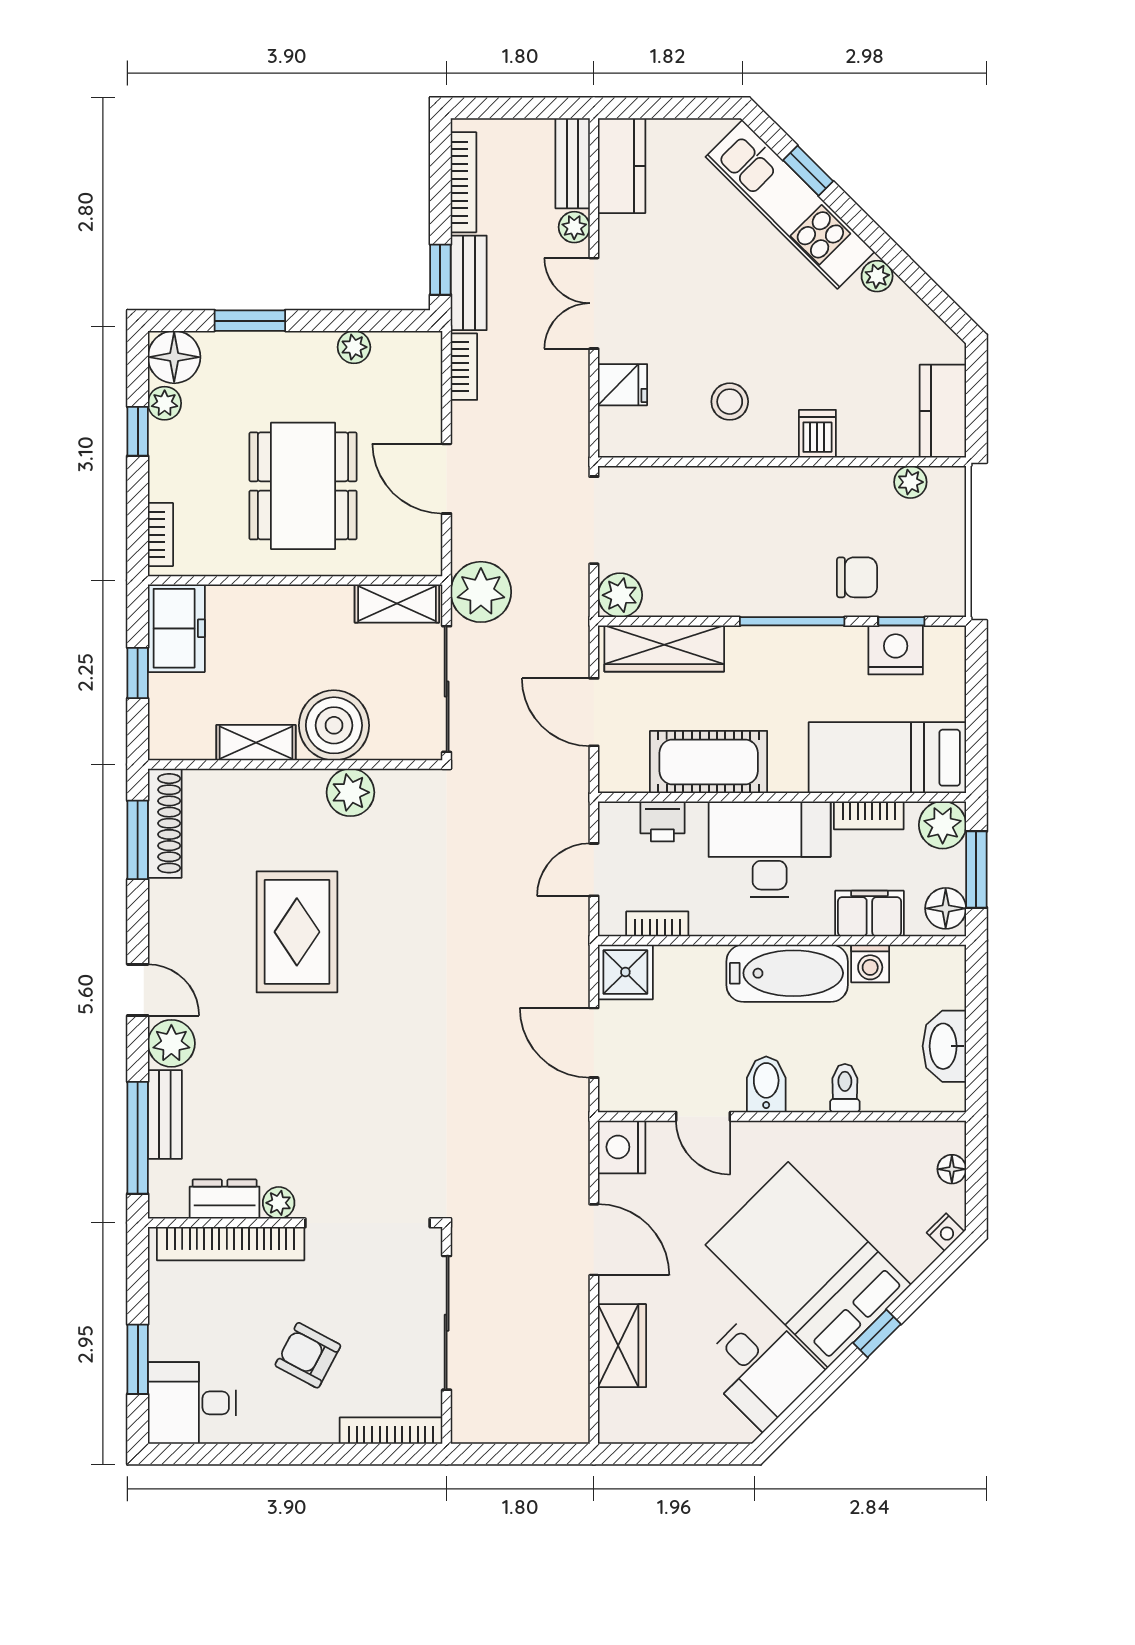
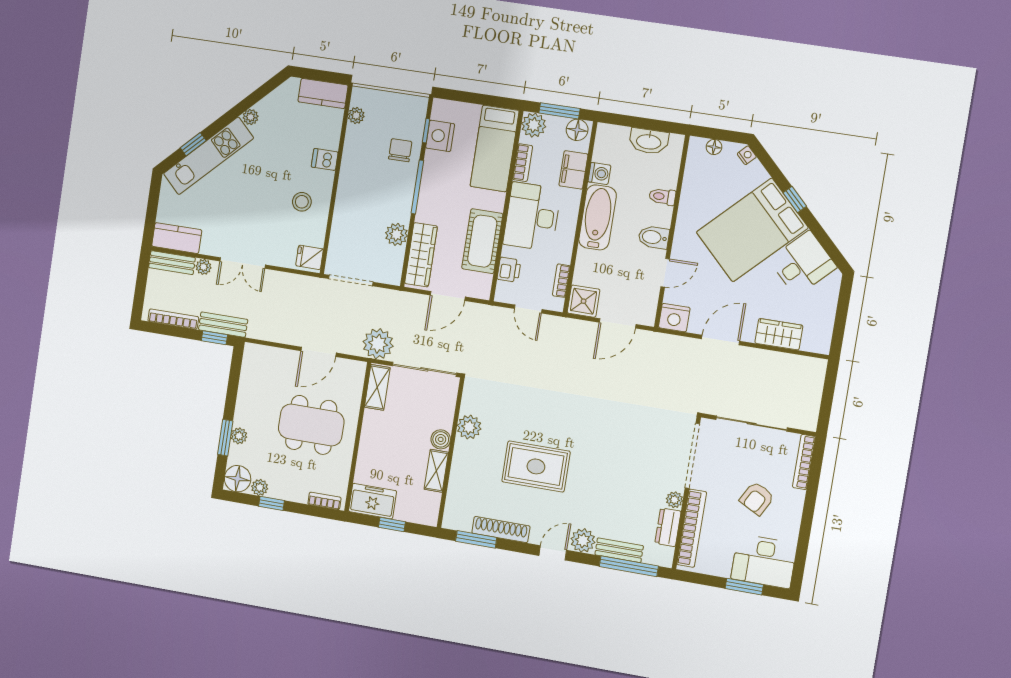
plant: (354, 347) -> (239, 436), moved
bookcase: (464, 367) -> (264, 334), removed
fridge: (623, 385) -> (310, 257), moved, turned -90
plant: (620, 595) -> (396, 234), moved
boiler: (334, 725) -> (441, 439), width x0.54, depth x0.54
shoe rack: (165, 823) -> (501, 530), moved
desk: (192, 1403) -> (764, 561), width x1.37

